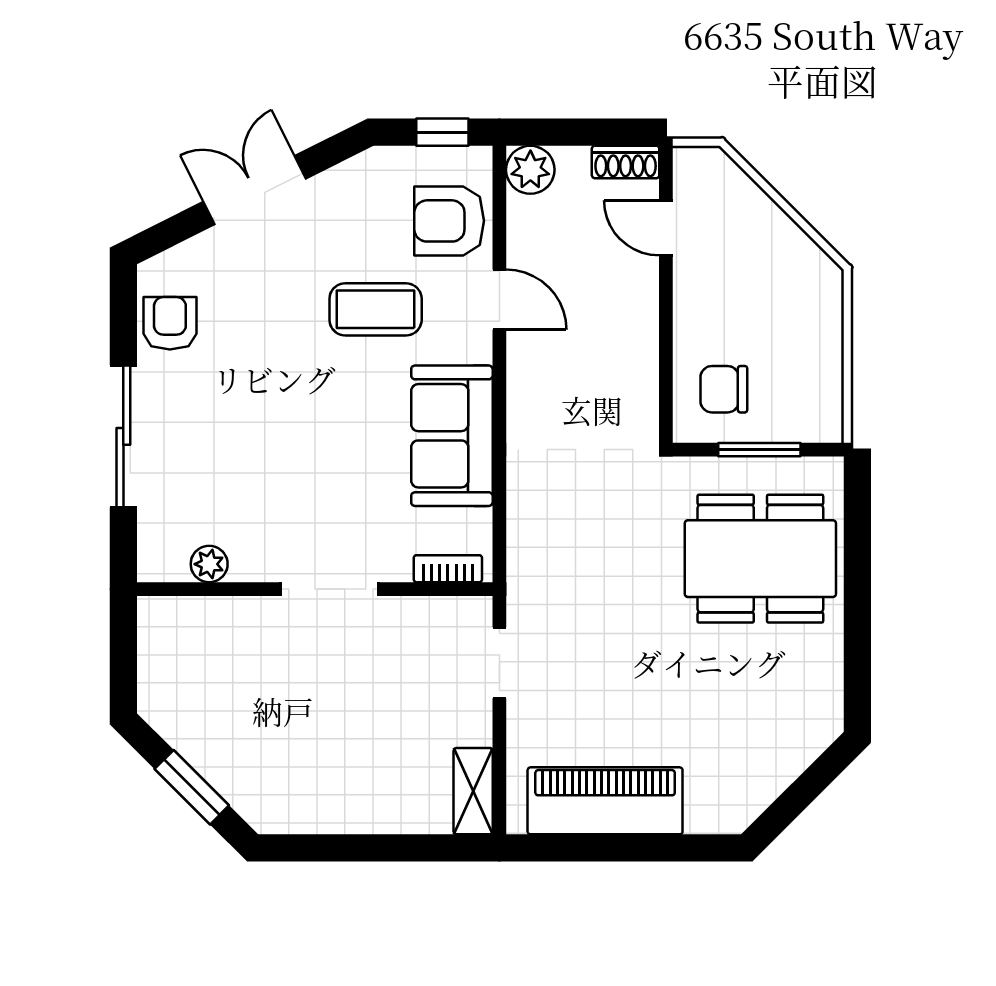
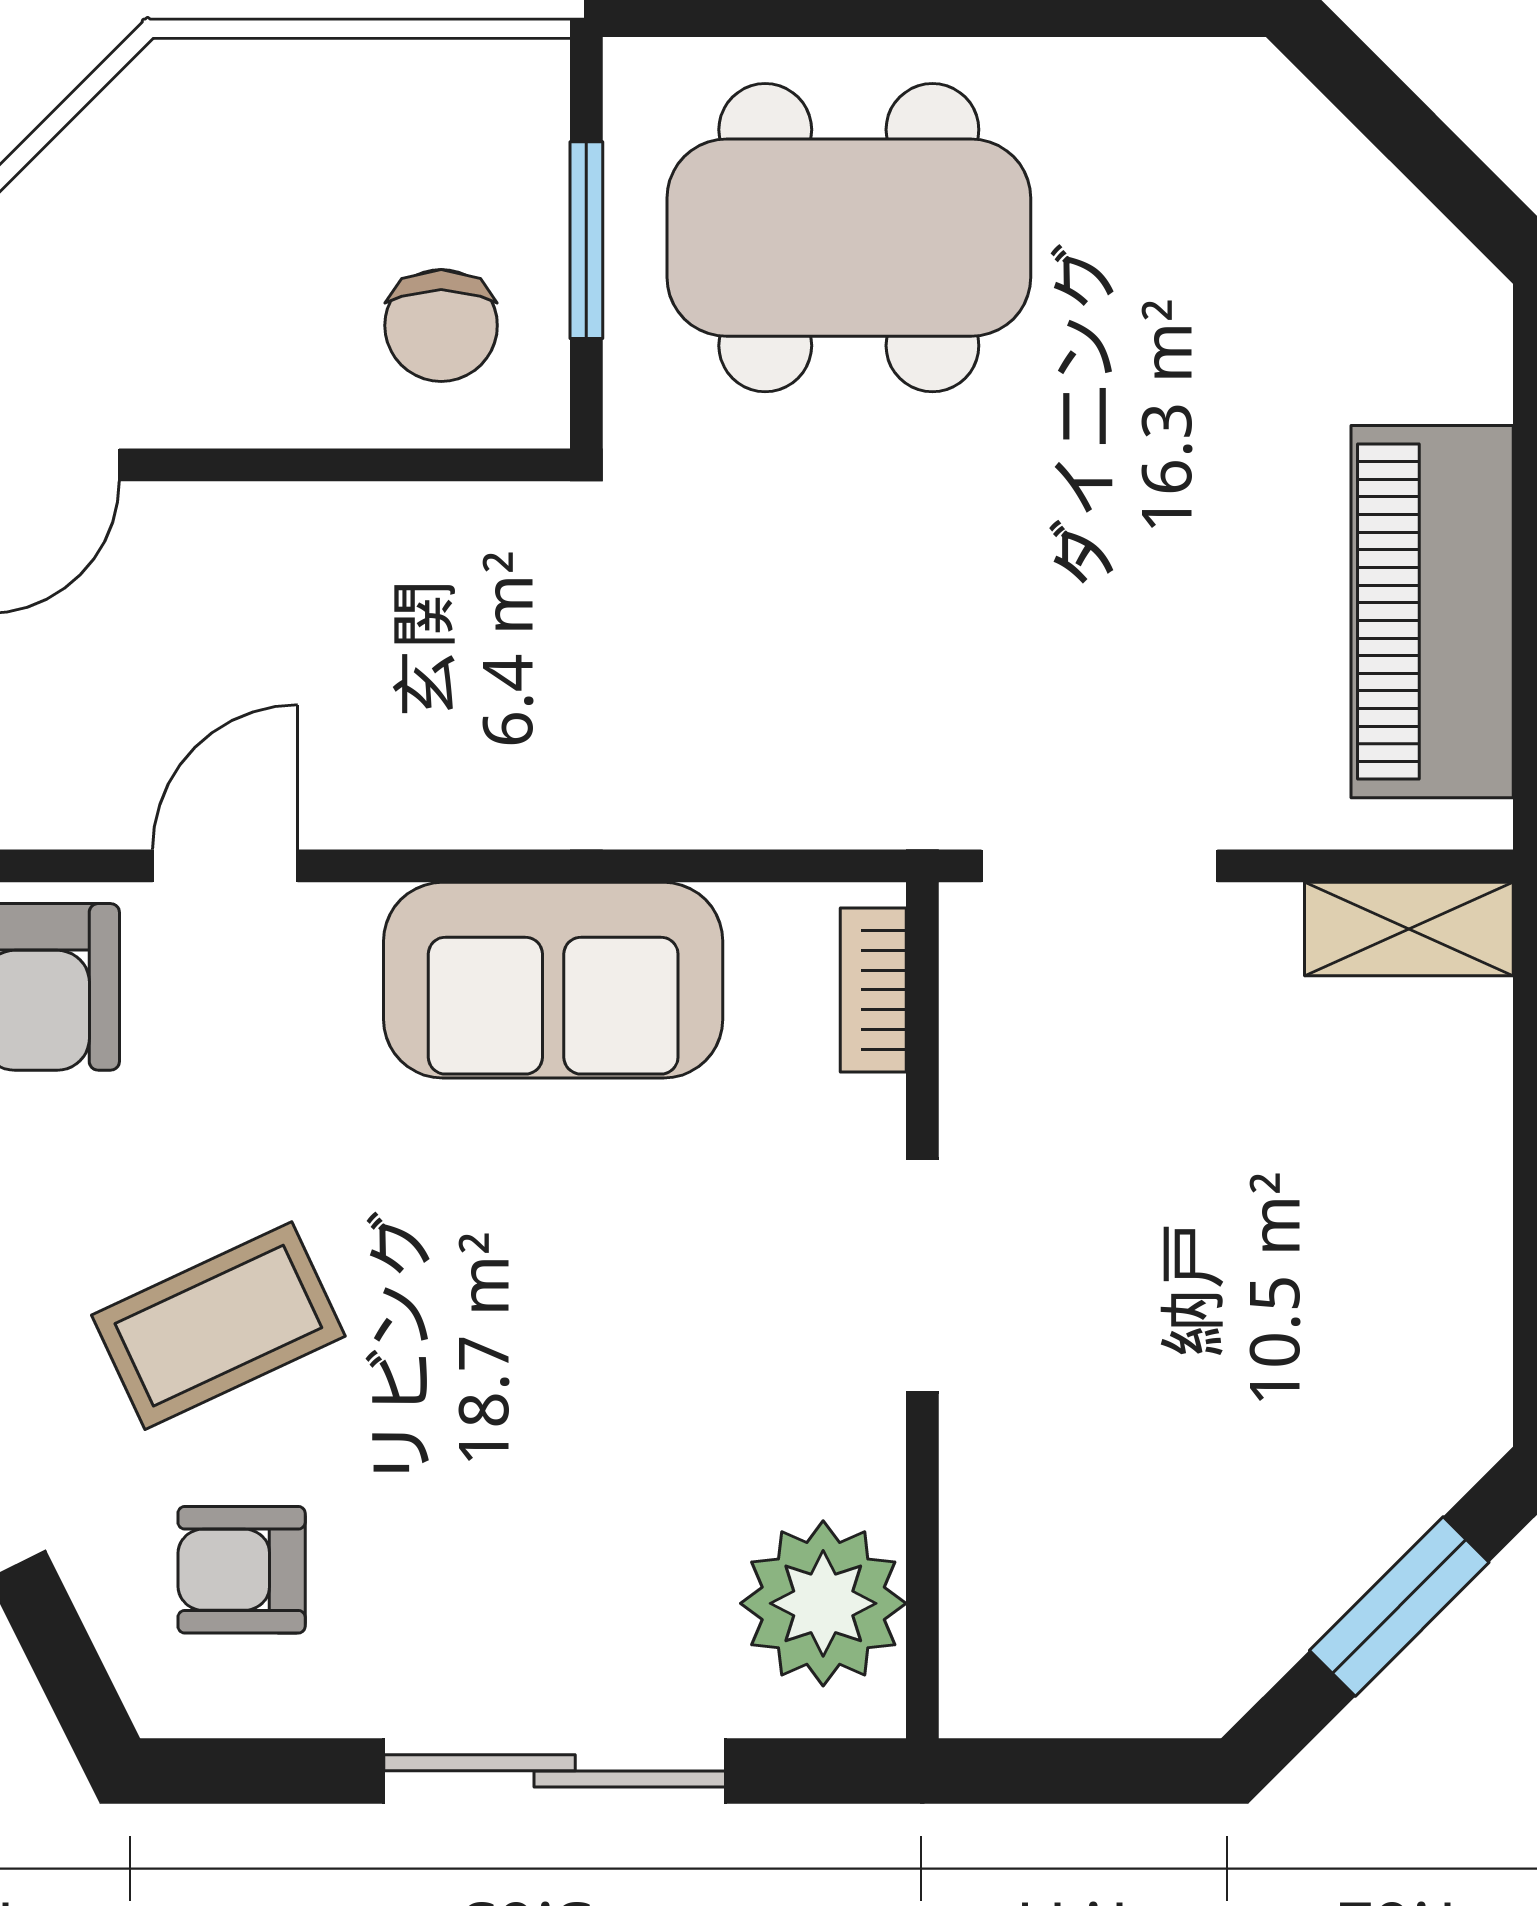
coffee table: (376, 309) -> (218, 1326), moved, turned 65
armchair: (170, 323) -> (242, 1570), moved
dining table: (760, 559) -> (849, 238), turned 90
plant: (209, 564) -> (823, 1603), width x1.88, depth x1.88
doorway: (499, 663) -> (1099, 866), width x1.38

